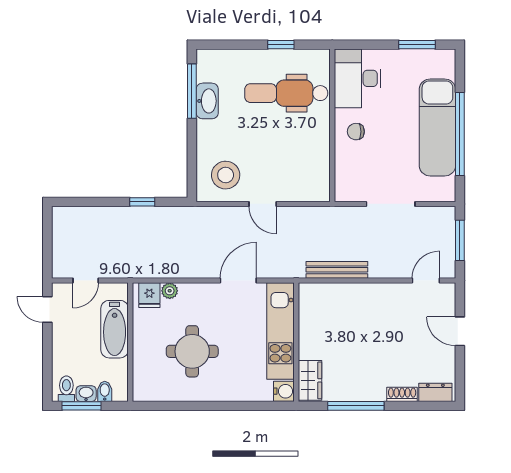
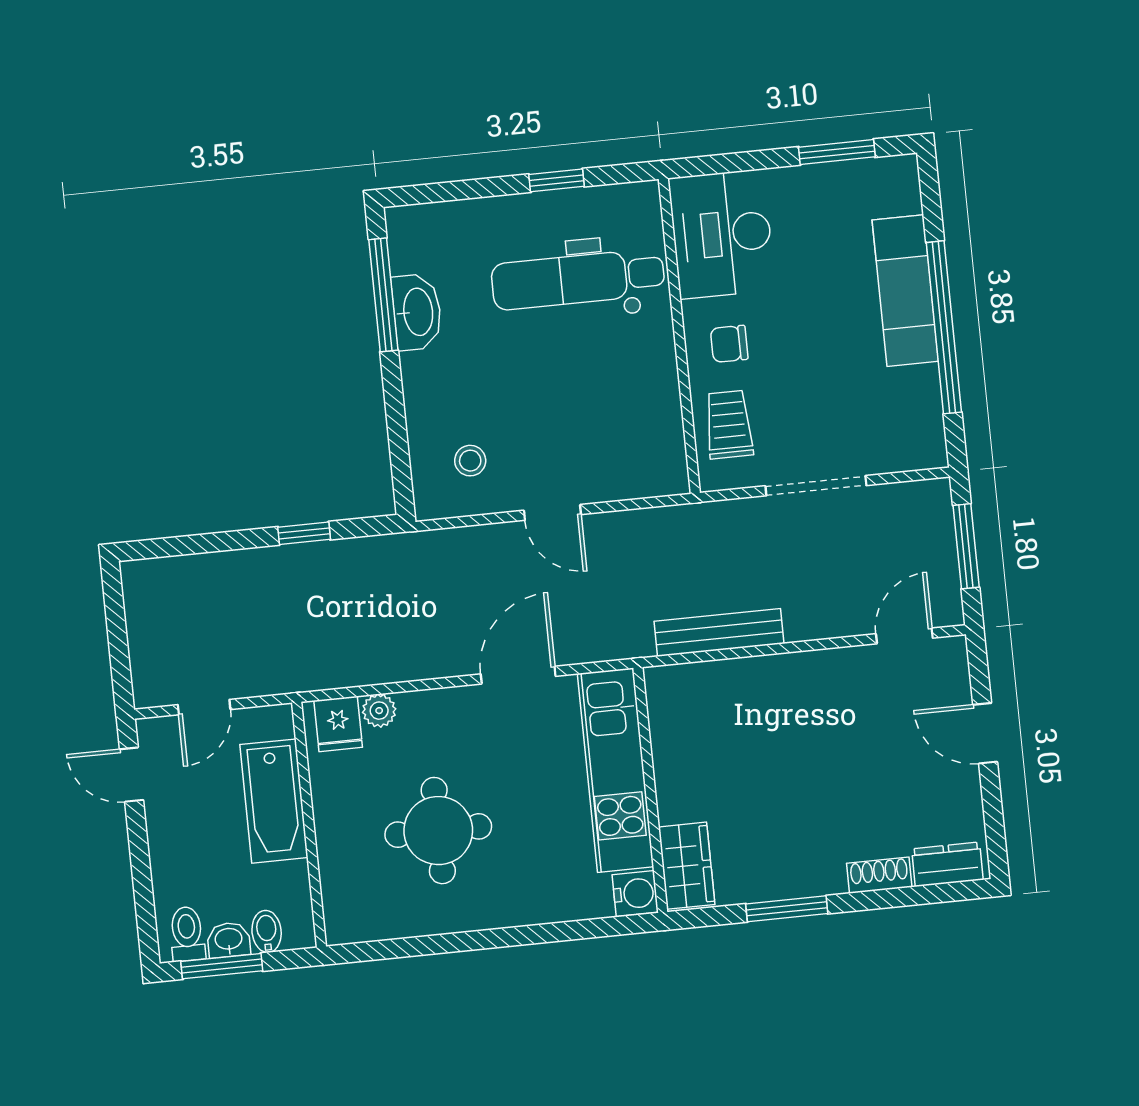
exam couch: (437, 127) -> (905, 291), width x0.73, depth x0.69
trolley: (352, 170) -> (729, 425), added
stool: (226, 175) -> (470, 461), width x0.53, depth x0.53
window: (356, 406) -> (787, 909), width x0.69

